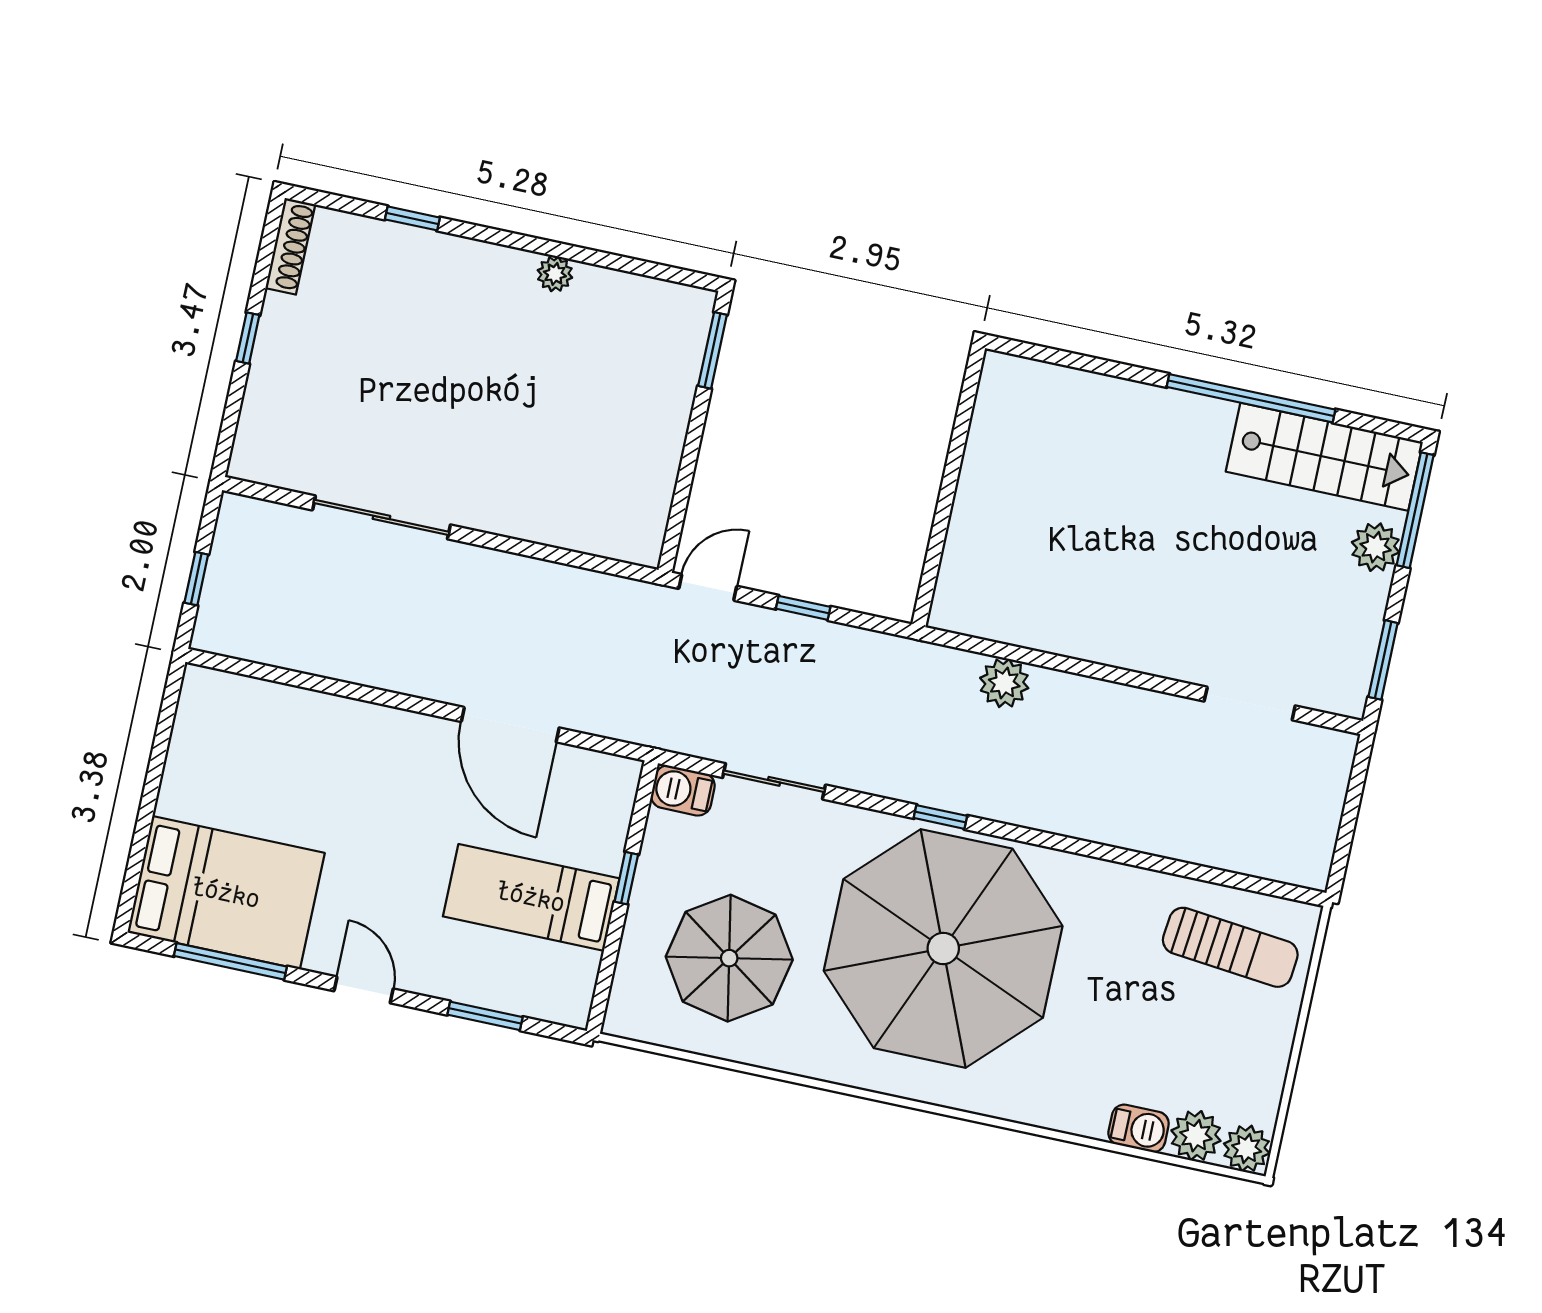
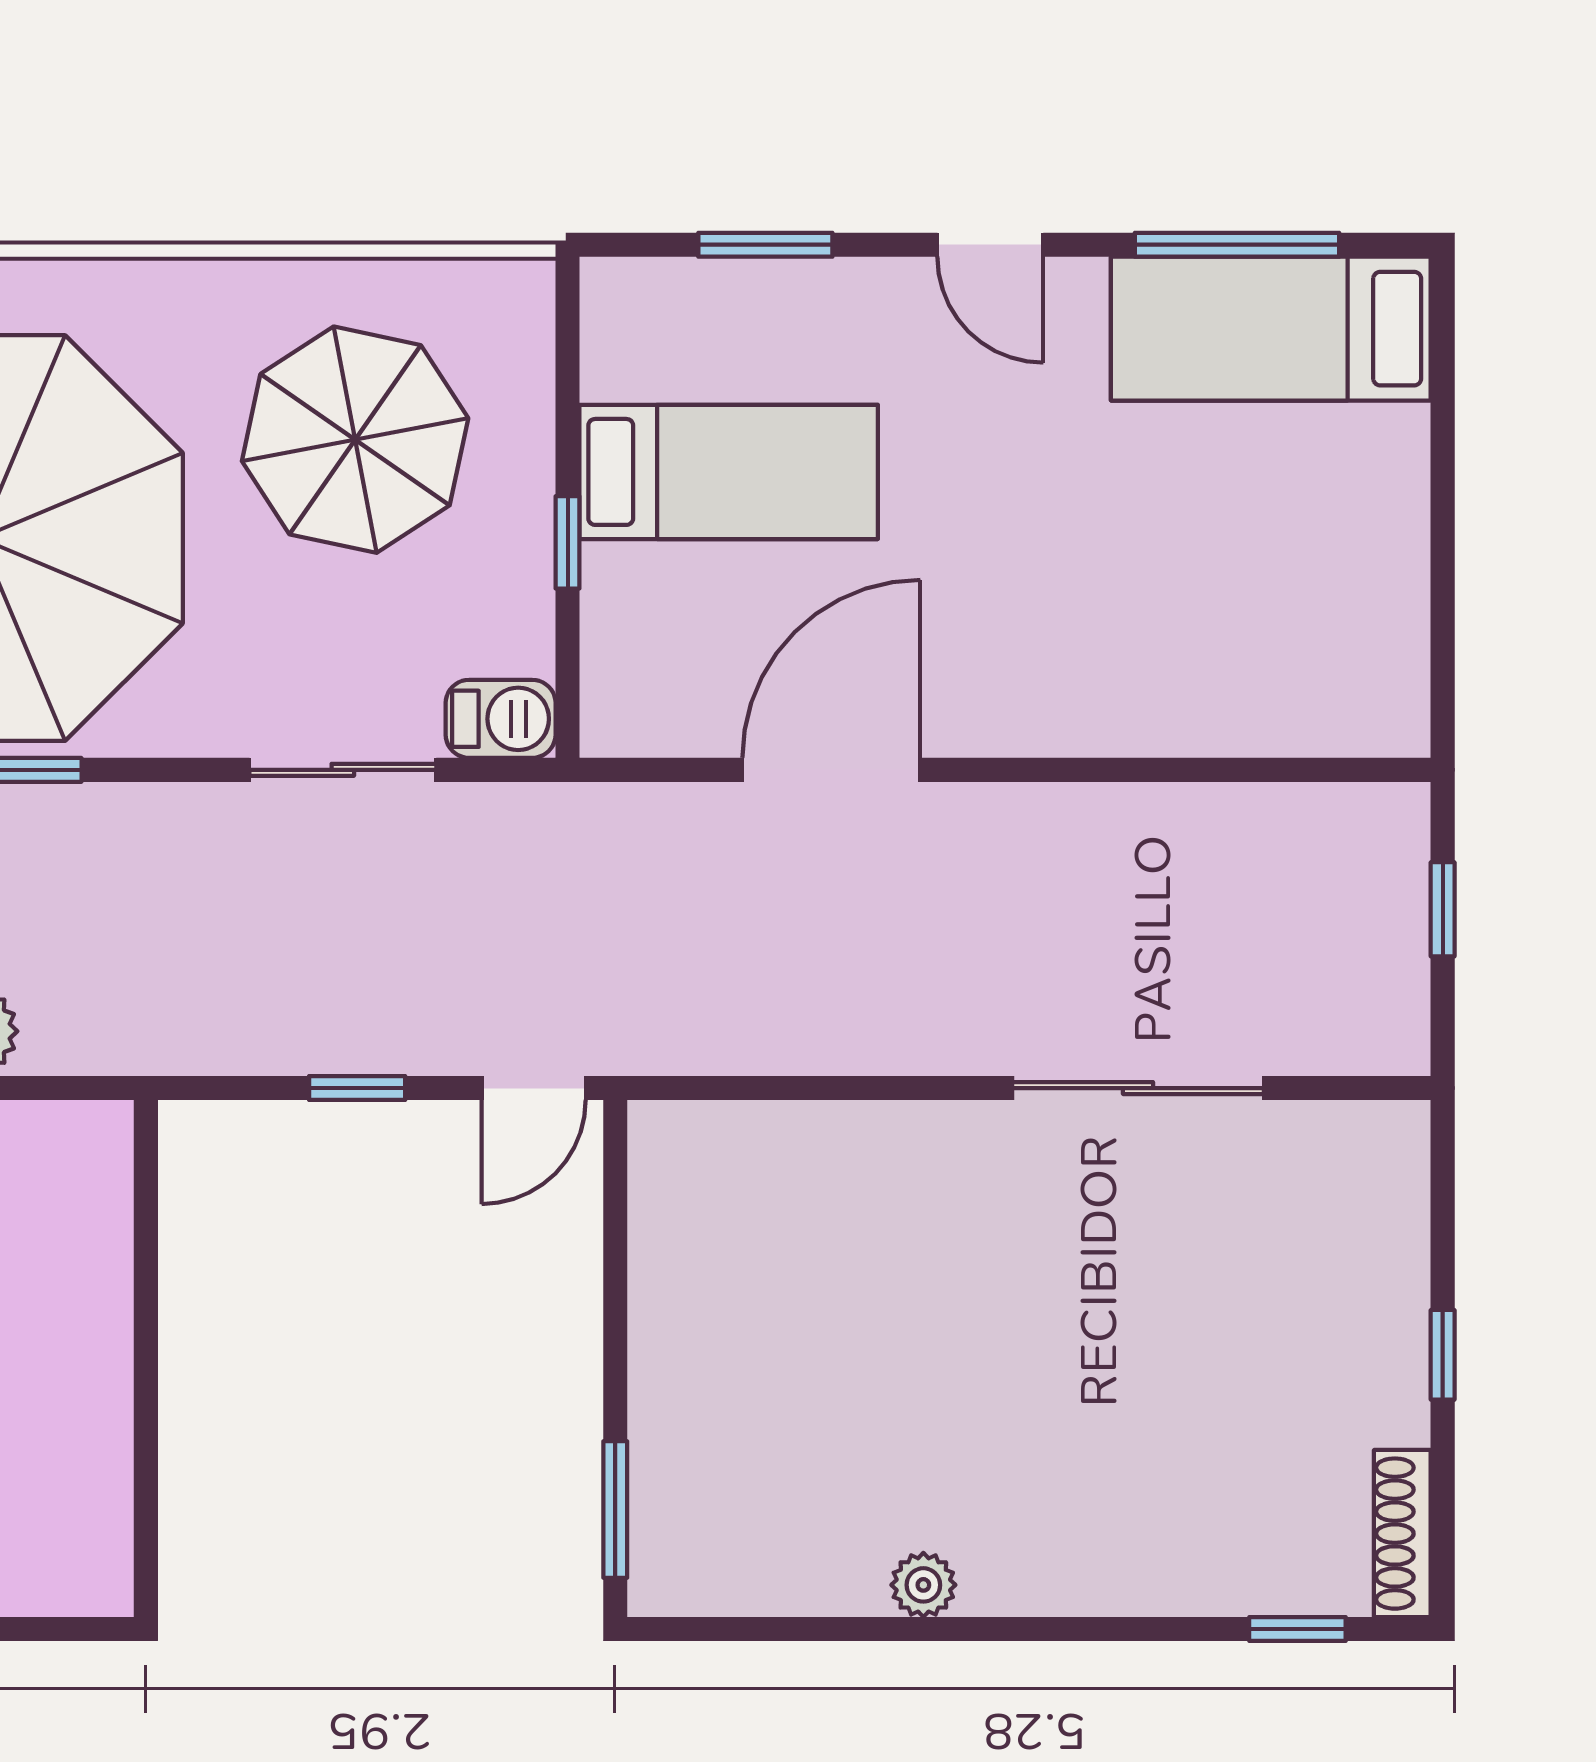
window: (412, 218) -> (1297, 1629), moved
door: (510, 725) -> (831, 770), hinge flipped
bed: (226, 893) -> (1271, 329), width x0.67

